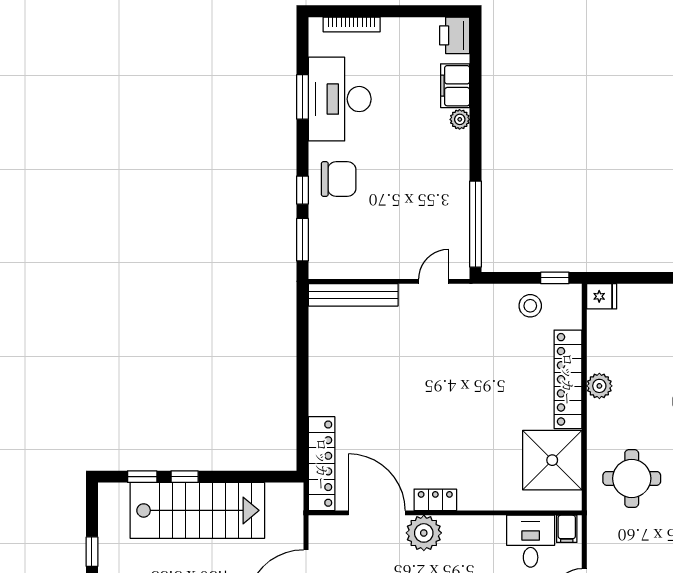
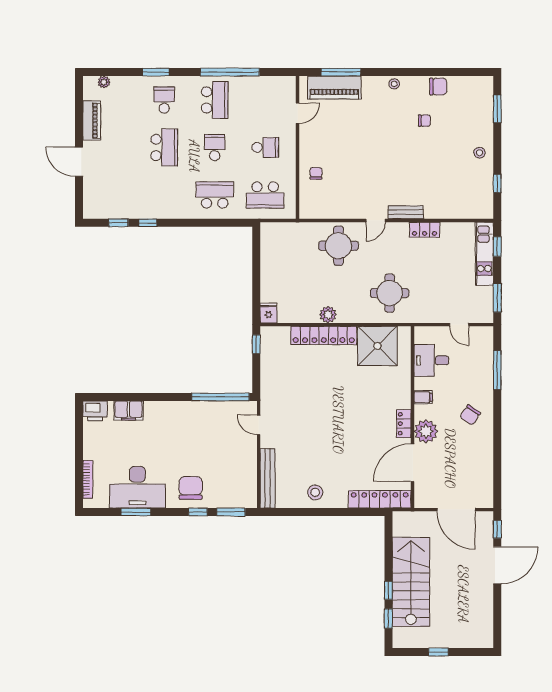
plant: (460, 119) -> (151, 407), removed
stool: (530, 306) -> (315, 492), moved
filing cabinet: (567, 529) -> (423, 397), moved

